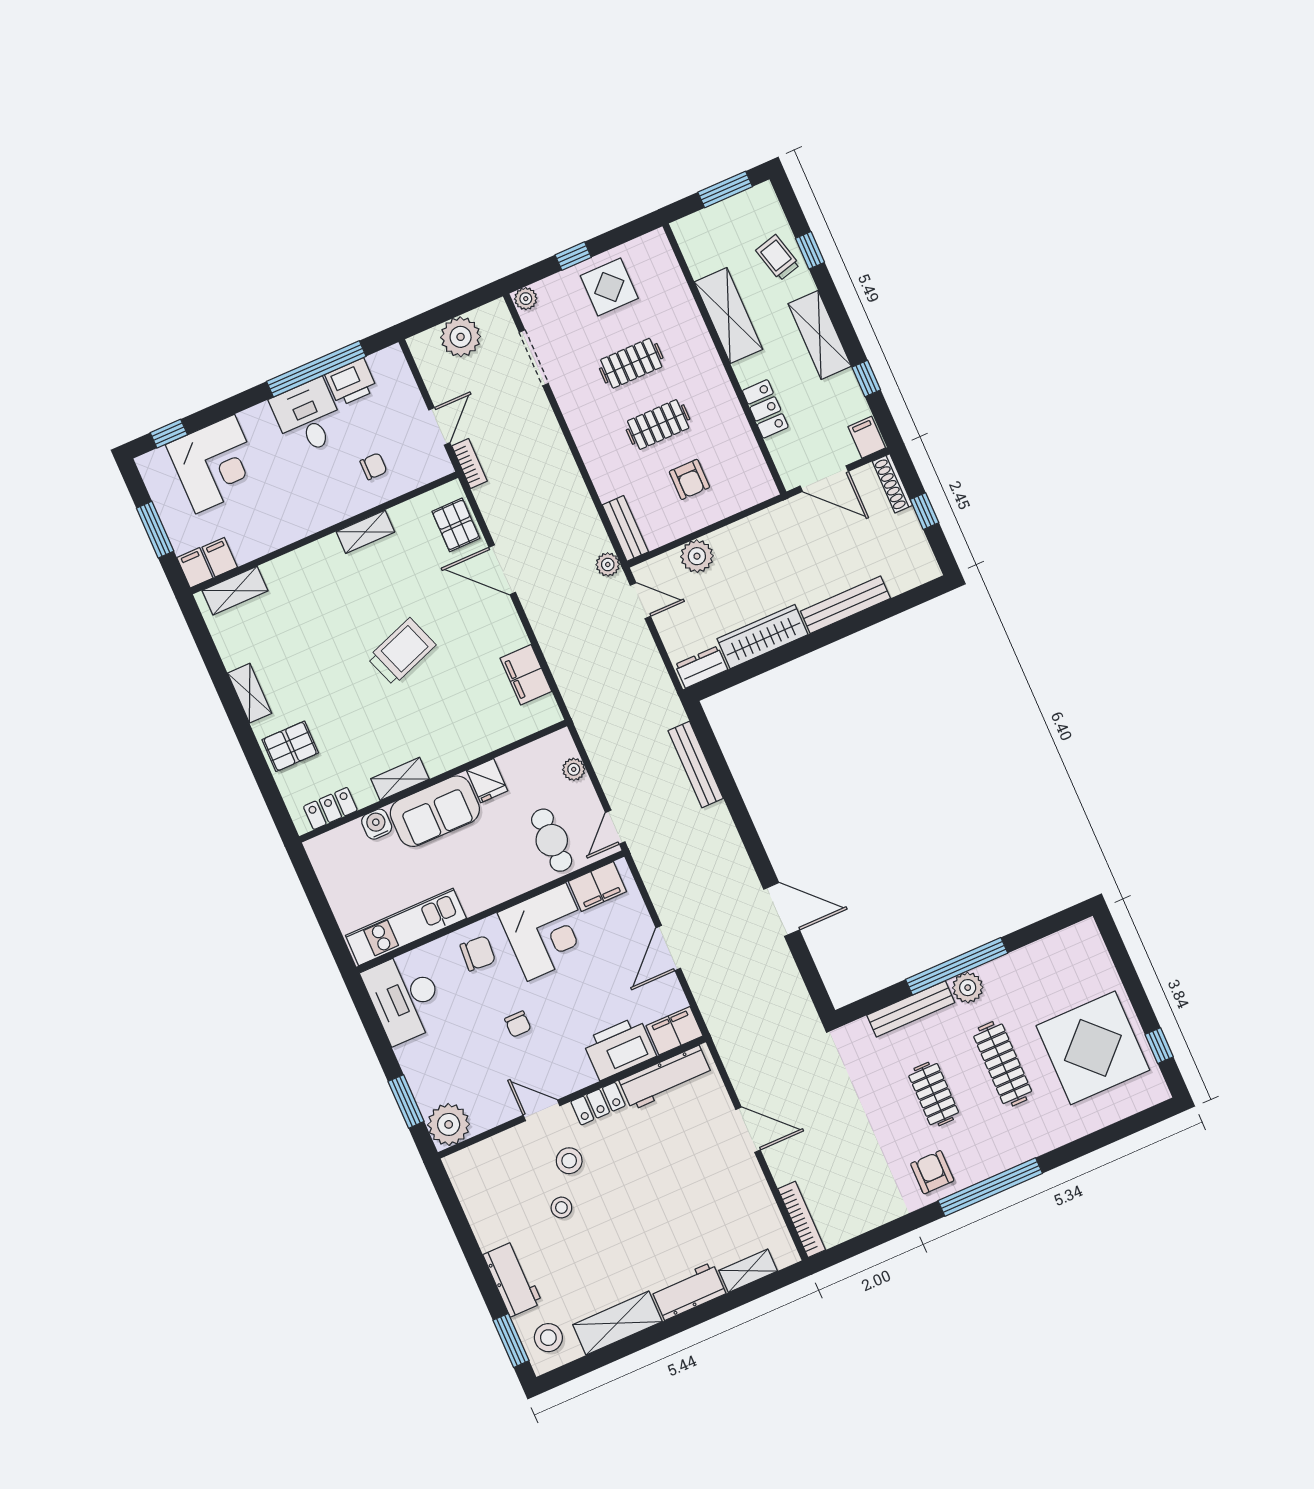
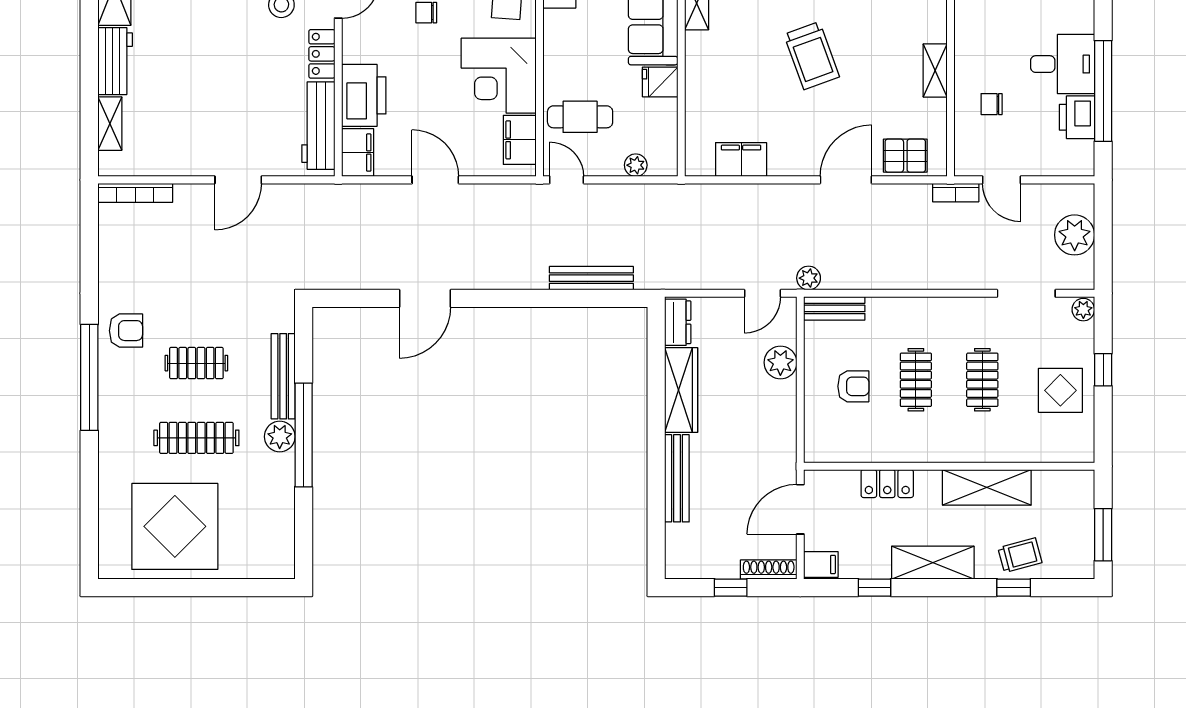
chair: (373, 466) -> (992, 104), turned 90
armchair: (689, 479) -> (853, 386), turned 180
window: (1159, 1046) -> (150, 588), removed

